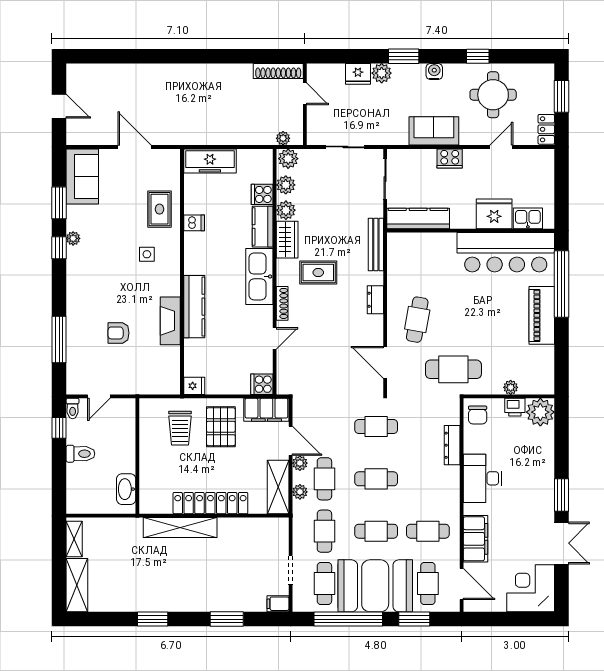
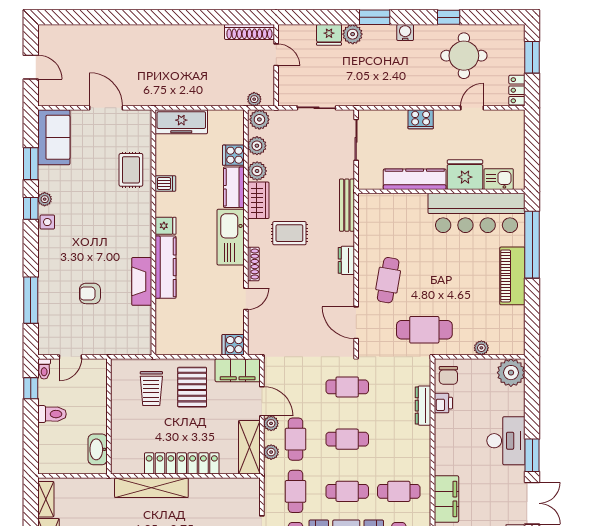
sofa: (434, 131) -> (405, 92), removed
kitchen counter: (418, 218) -> (415, 179), moved
side table: (147, 254) -> (47, 222), moved
fridge: (194, 386) -> (166, 226), moved
printer: (515, 407) -> (443, 403), moved, turned -90
desk: (482, 478) -> (506, 441), moved, turned 180

